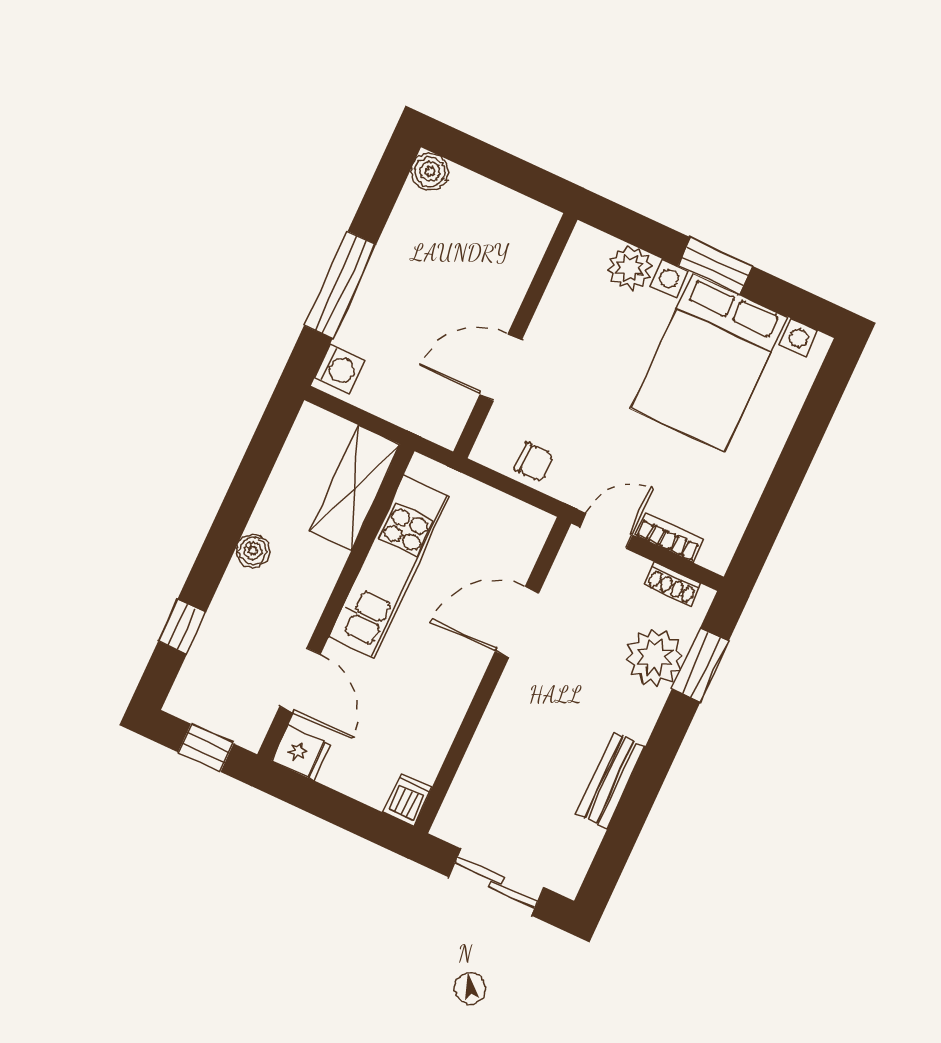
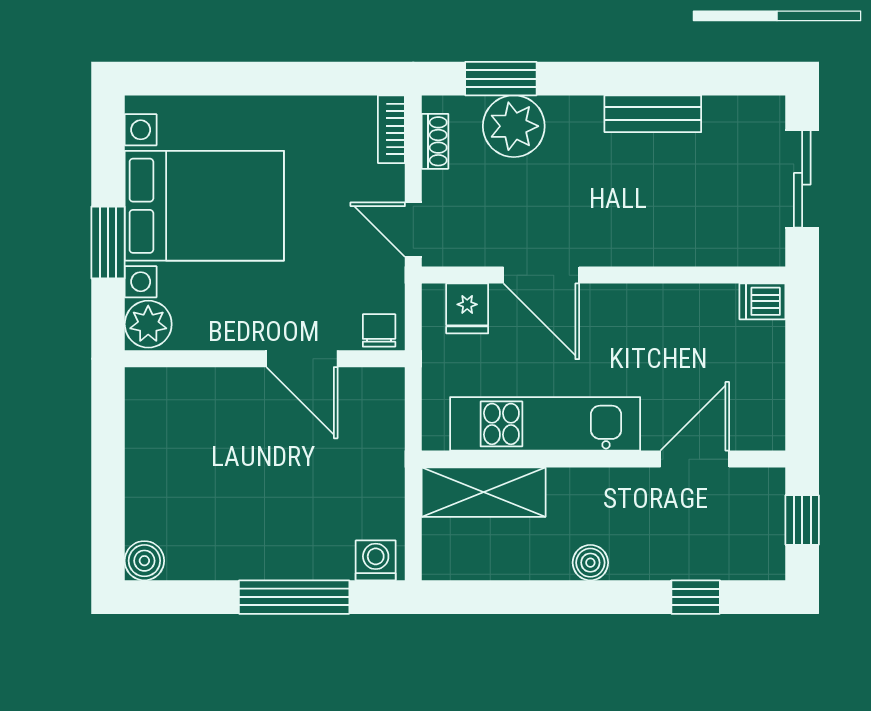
wall: (515, 336) -> (265, 359), moved
door: (501, 367) -> (302, 359), moved
bookcase: (669, 537) -> (391, 129), moved
fridge: (301, 753) -> (467, 308), moved, turned 180

